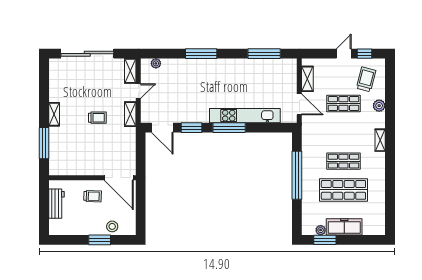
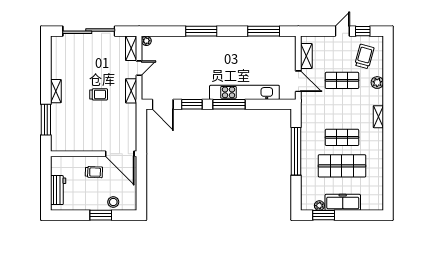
plant: (156, 63) -> (146, 41), moved
workbench: (56, 204) -> (58, 190), moved

